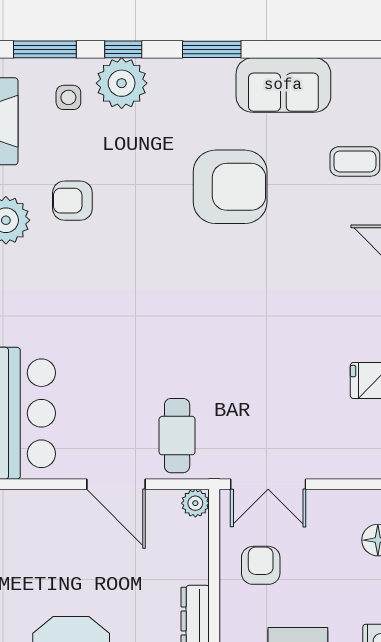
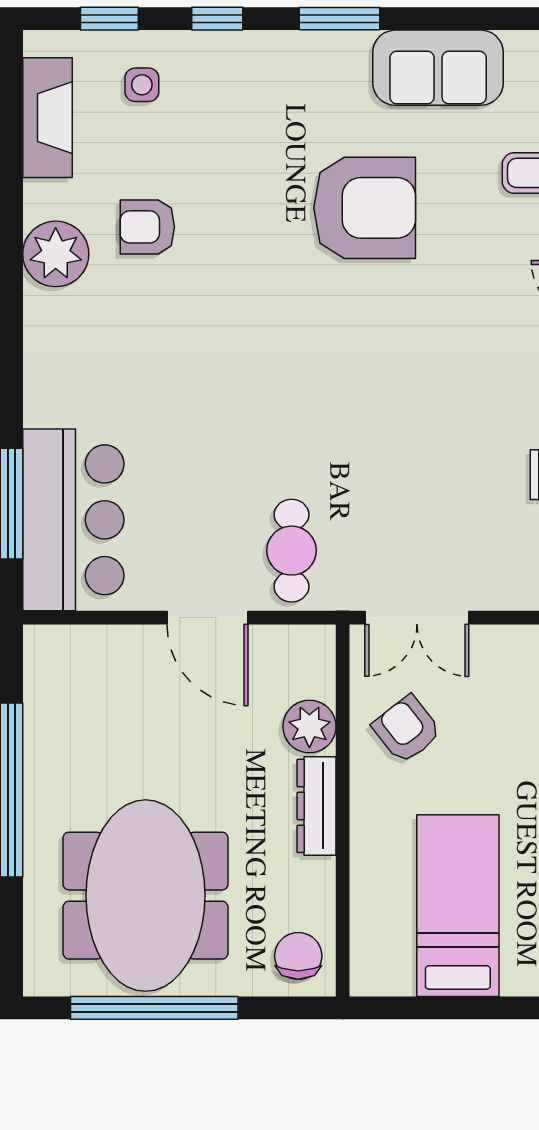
window: (45, 49) -> (109, 19), width x0.67
plant: (122, 83) -> (215, 65), removed
plant: (195, 503) -> (309, 726), moved, width x1.38, depth x1.38
armchair: (261, 565) -> (407, 729), turned -38

